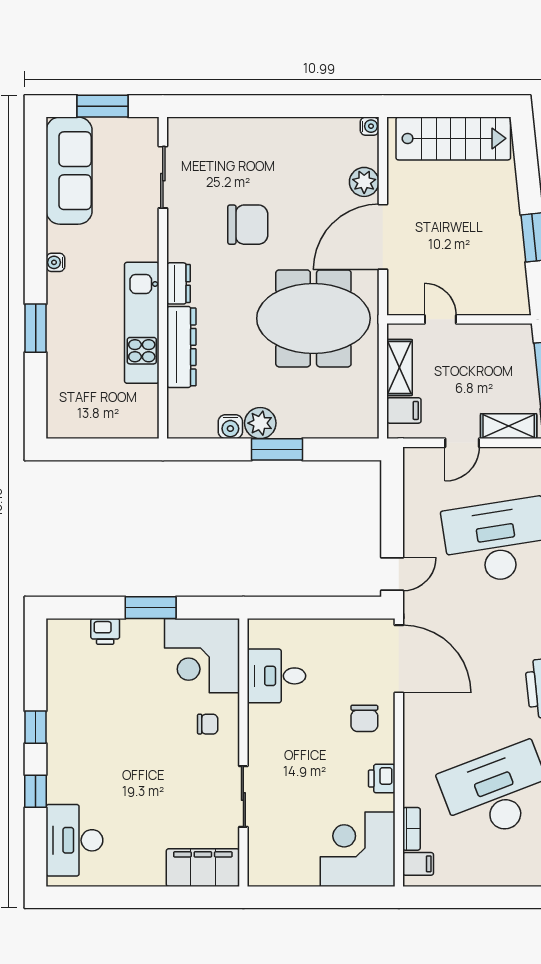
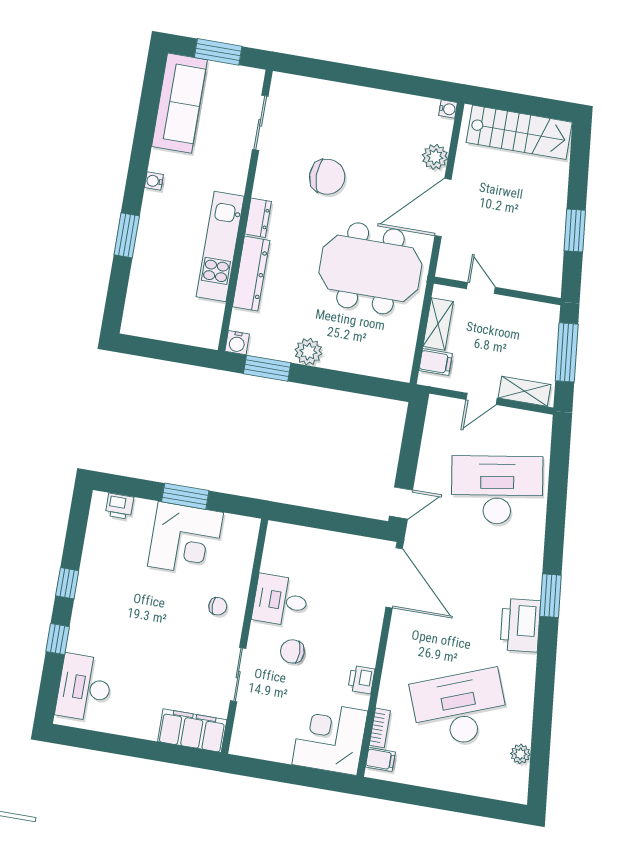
water cooler: (230, 427) -> (237, 343), moved
window: (277, 449) -> (267, 368), moved
printer: (105, 631) -> (119, 506), moved
corner desk: (202, 656) -> (185, 539), moved, turned -90
desk: (276, 676) -> (280, 600), moved
chair: (364, 718) -> (292, 651), moved, turned 90

